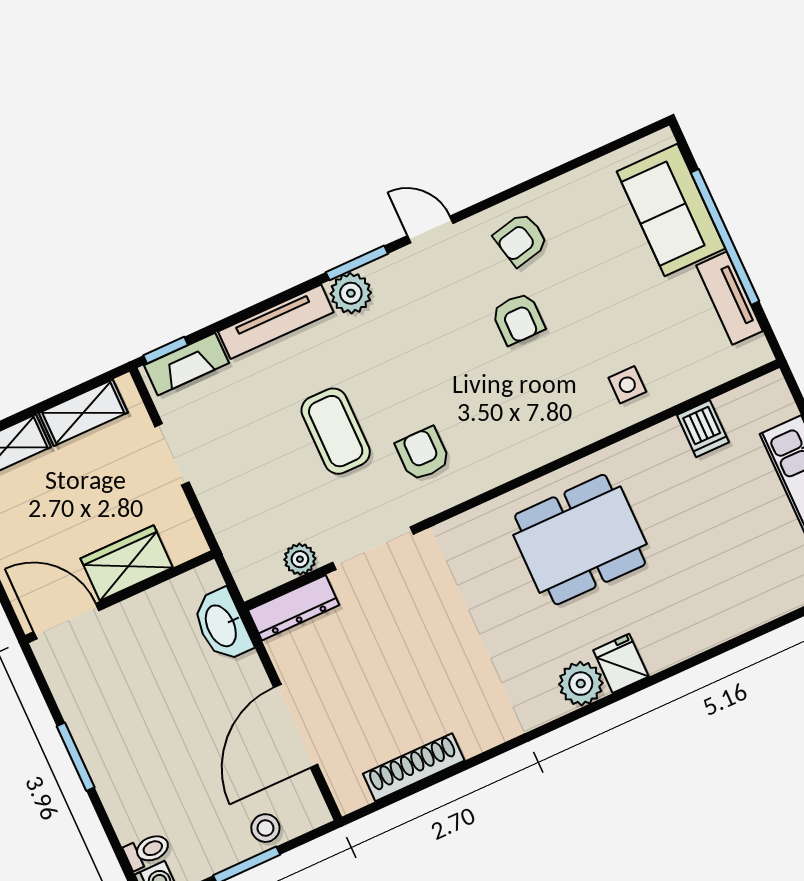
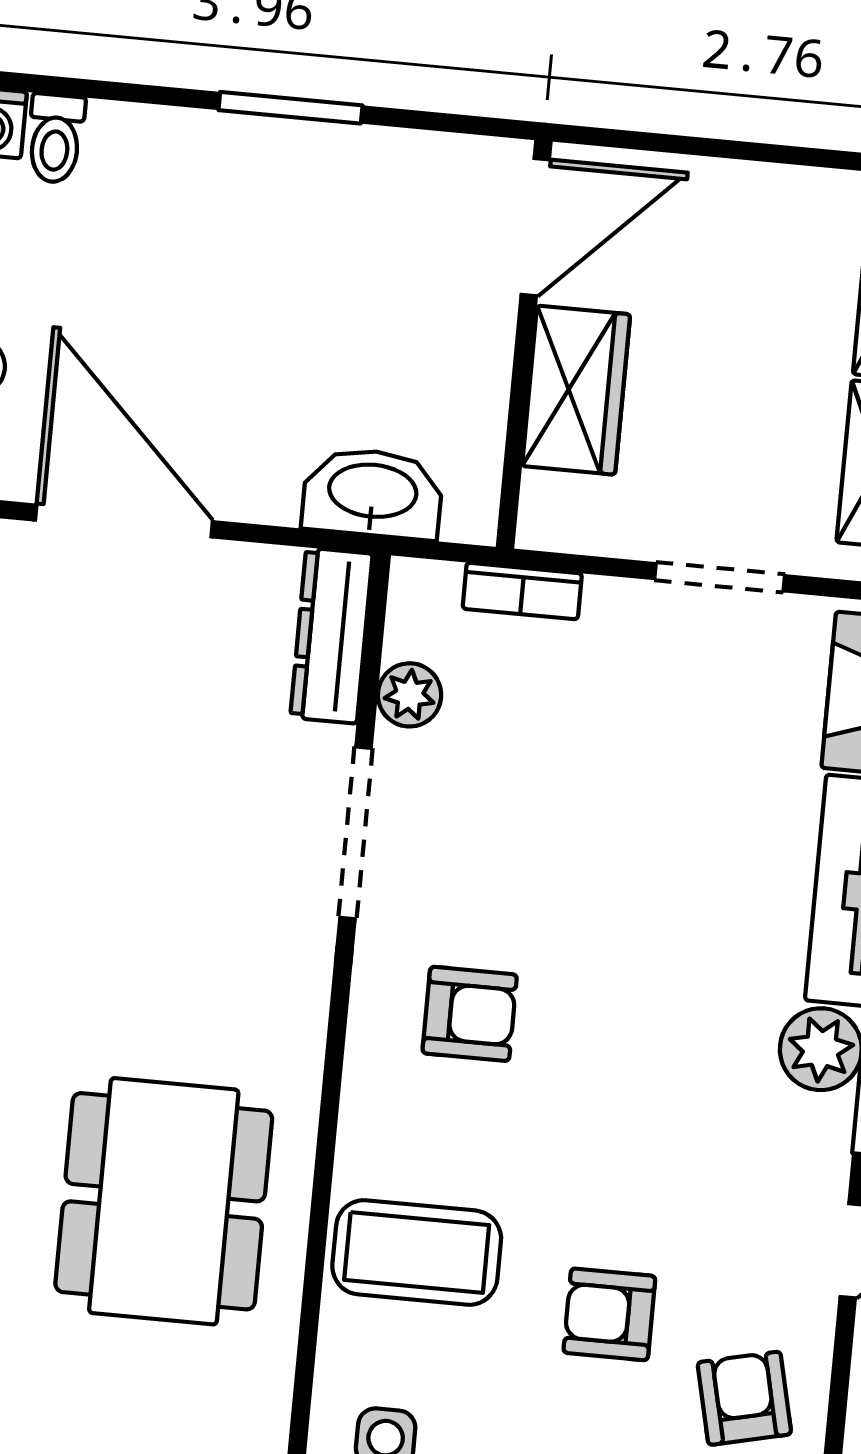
coffee table: (336, 431) -> (417, 1252), moved
bookcase: (227, 536) -> (522, 591), added

